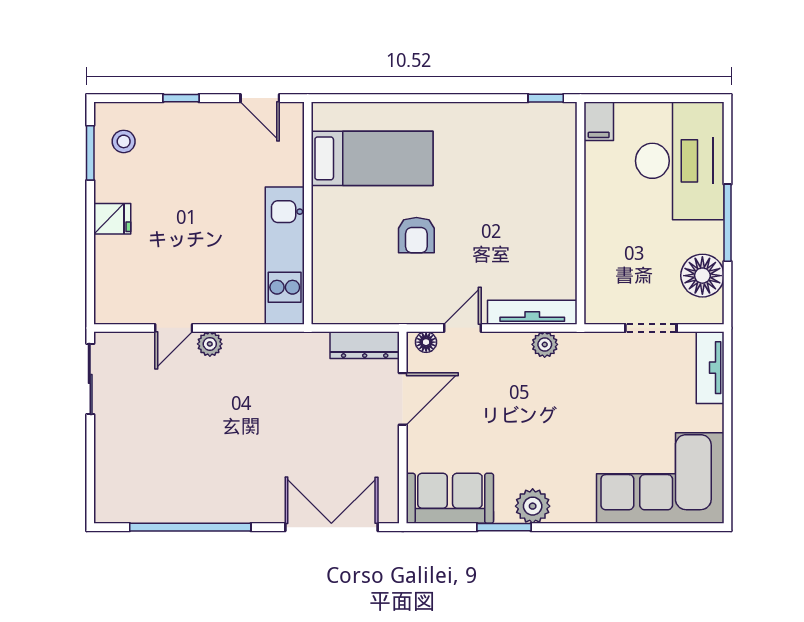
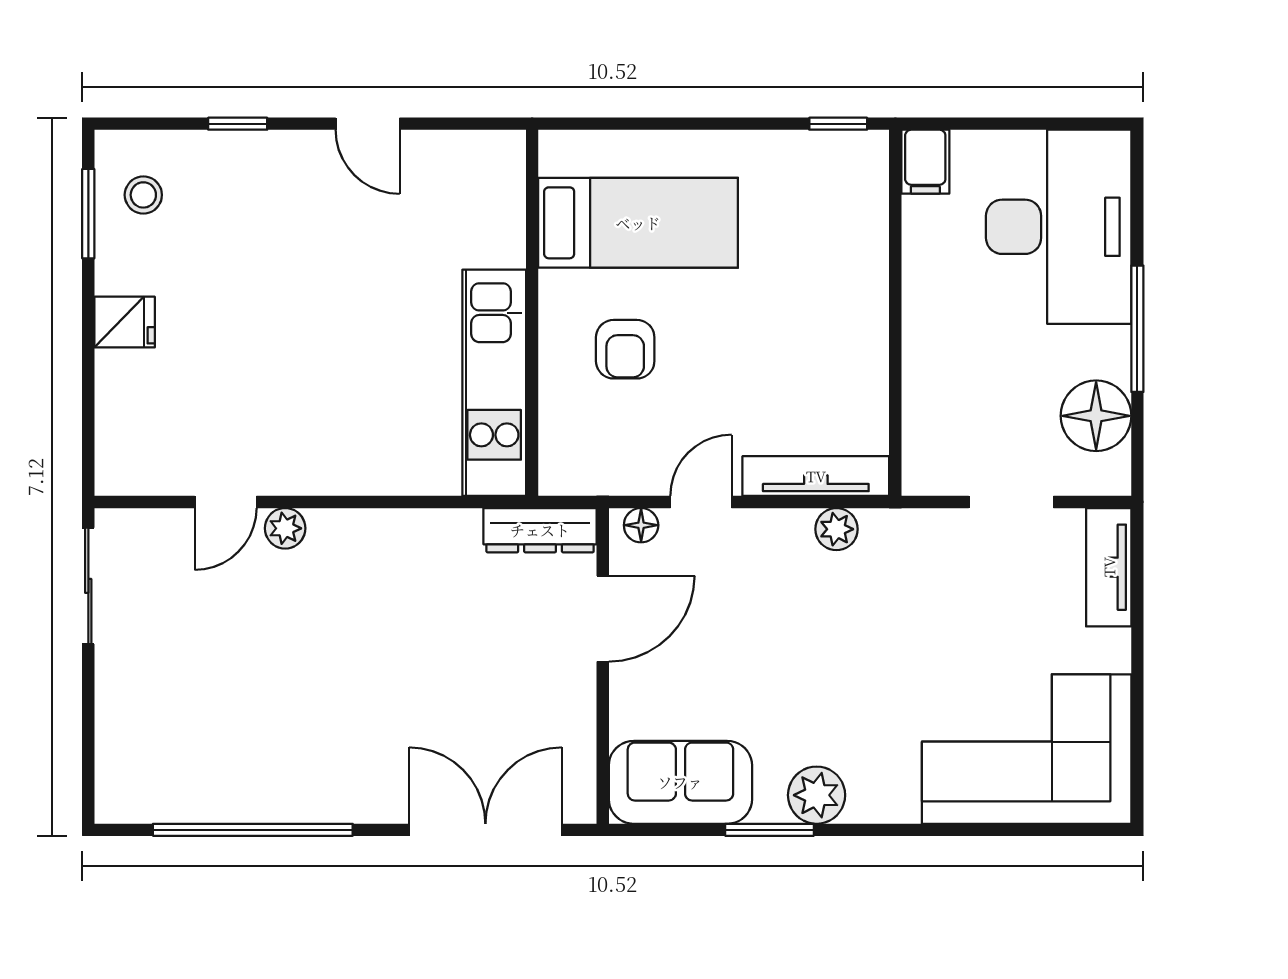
bed: (372, 158) -> (638, 223), moved
wall: (308, 213) -> (532, 313), moved
kitchen unit: (285, 256) -> (494, 383), moved

